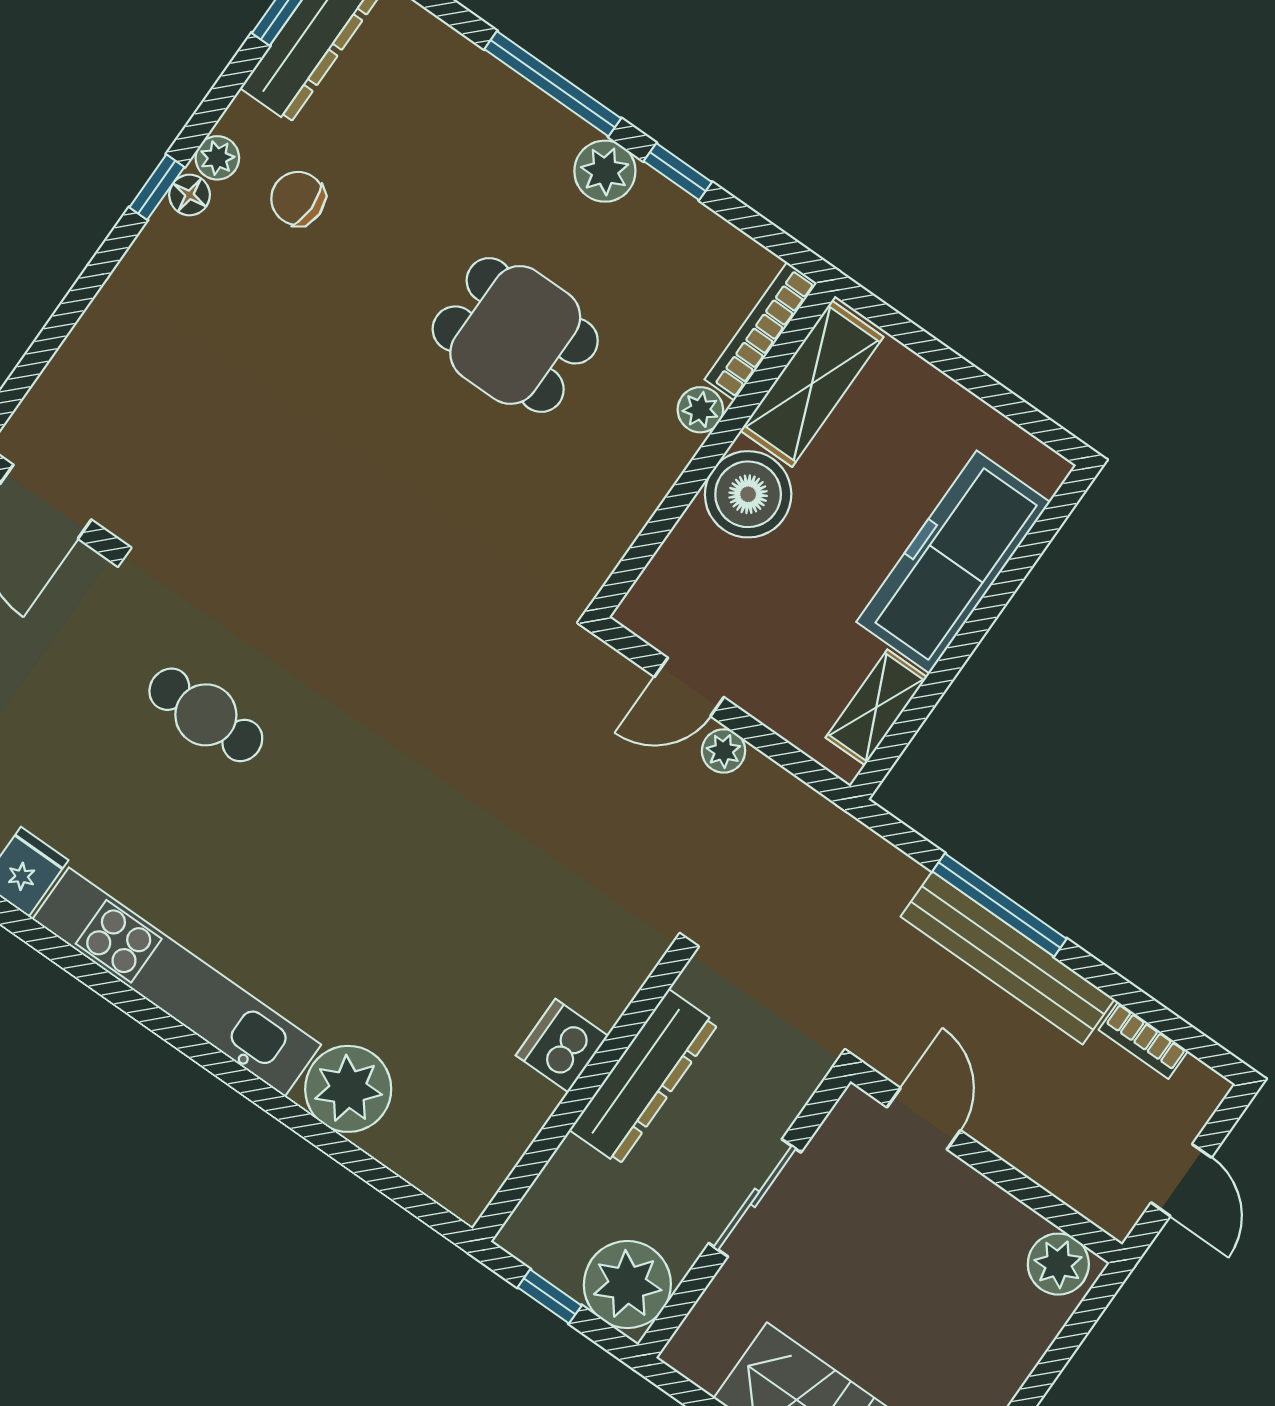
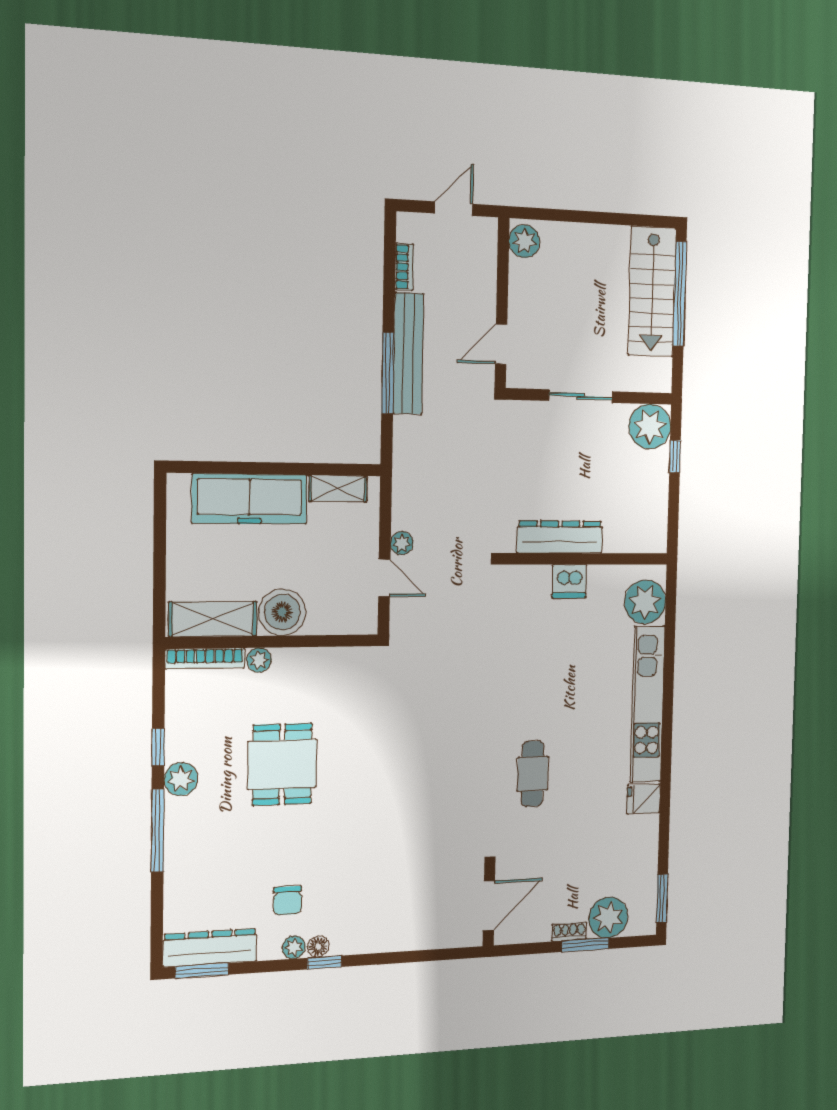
dishwasher: (562, 1046) -> (569, 581), moved
dresser: (644, 1077) -> (560, 537), moved
wall: (579, 1097) -> (586, 559), moved

